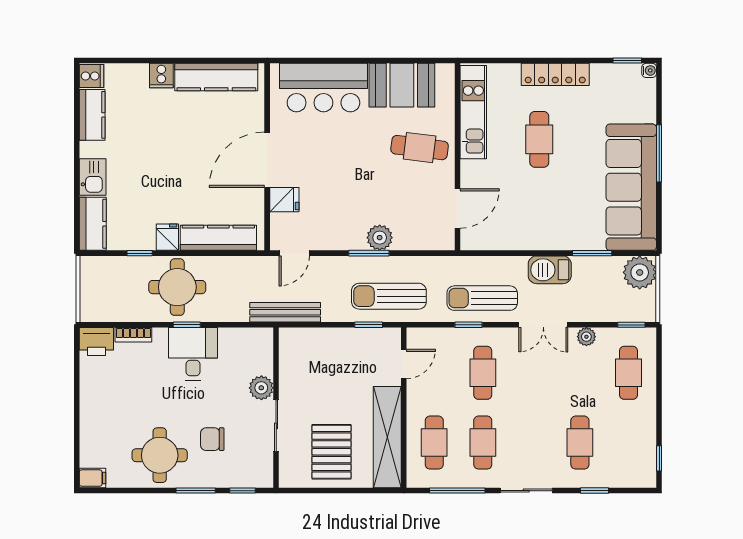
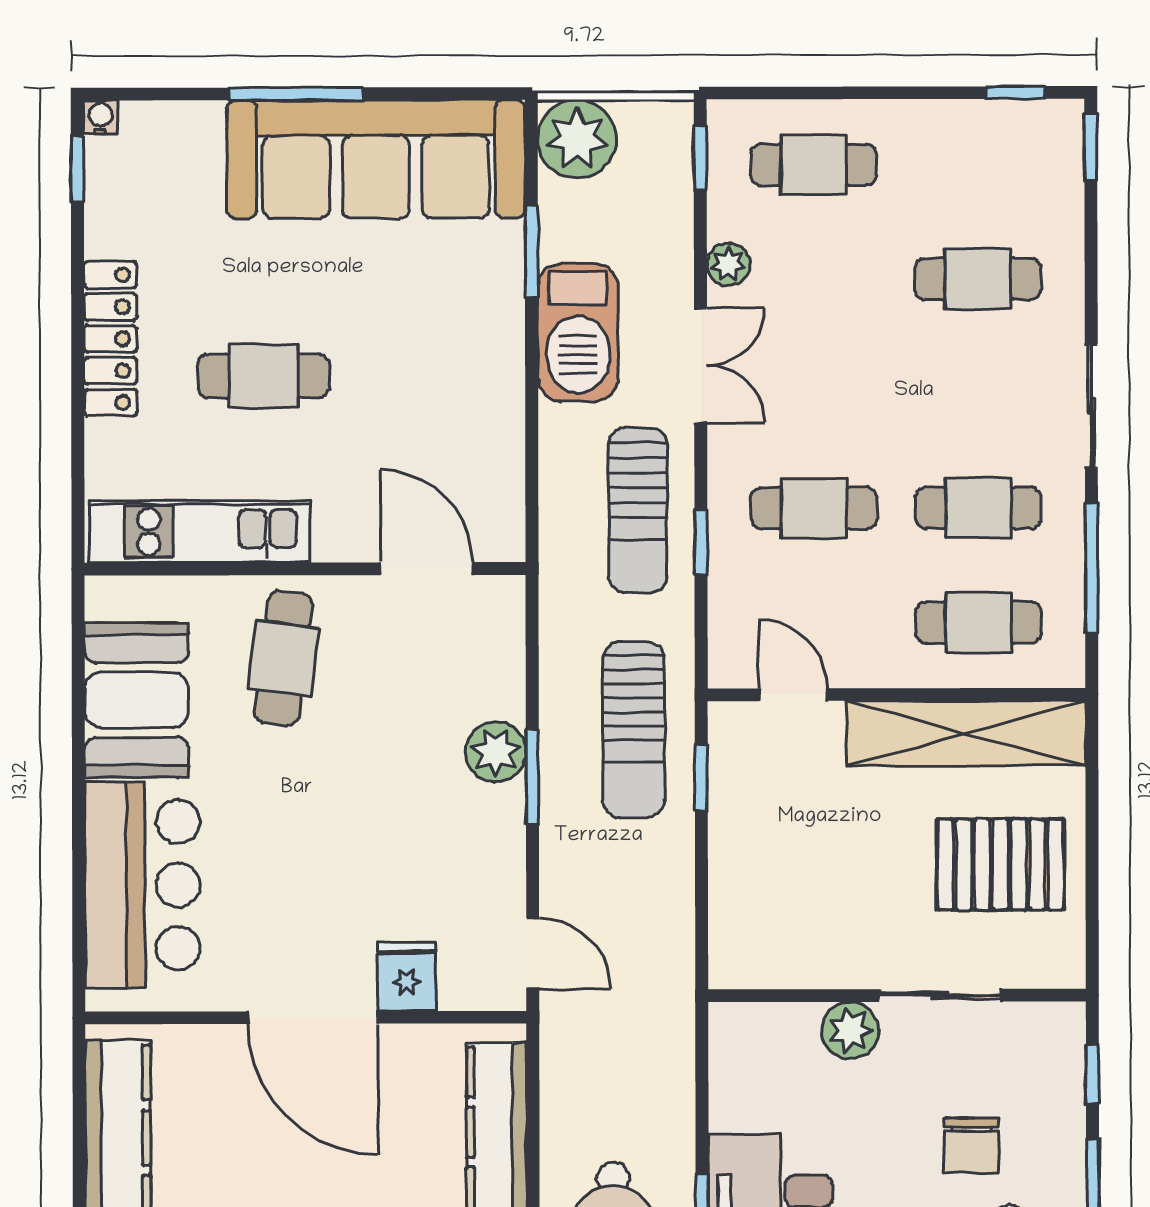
barbecue: (550, 270) -> (578, 332), width x1.37, depth x1.21
bench: (285, 312) -> (672, 974), removed
window: (595, 491) -> (1091, 147), moved

